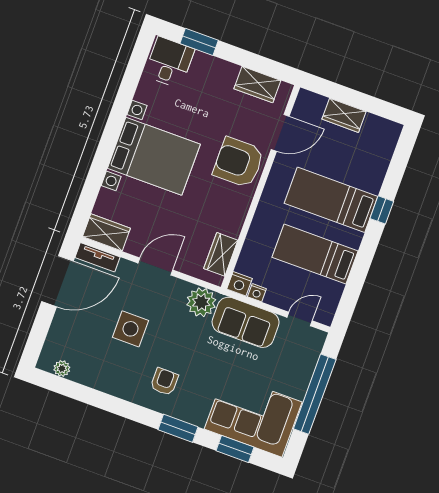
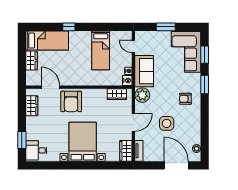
bed: (331, 200) -> (47, 41), moved, turned -90
door: (155, 266) -> (133, 122), swing flipped
door: (58, 281) -> (176, 165), moved
window: (315, 394) -> (166, 27), width x0.47

